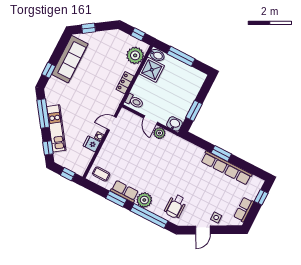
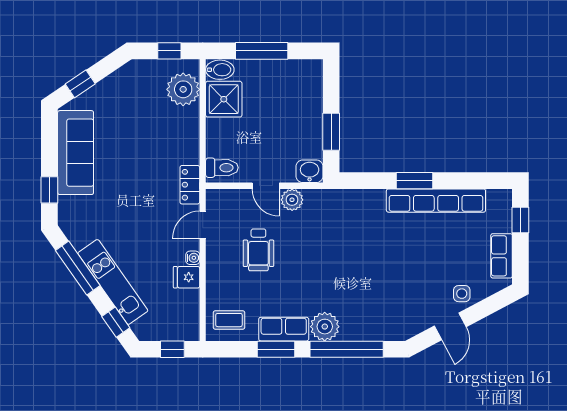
locker: (125, 83) -> (190, 185), moved
wheelchair: (176, 206) -> (258, 250), moved

